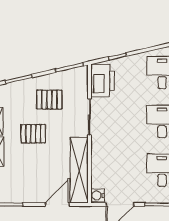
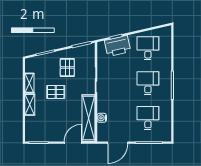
printer: (103, 81) -> (118, 46), moved, turned 77
pallet: (49, 100) -> (67, 67), turned 90
water cooler: (98, 195) -> (102, 118), moved

